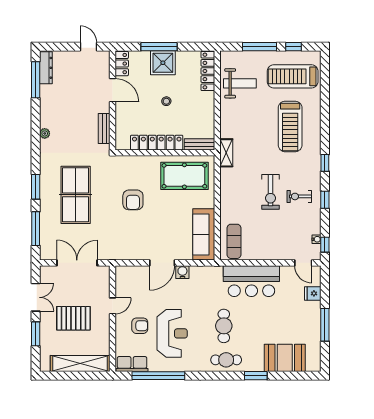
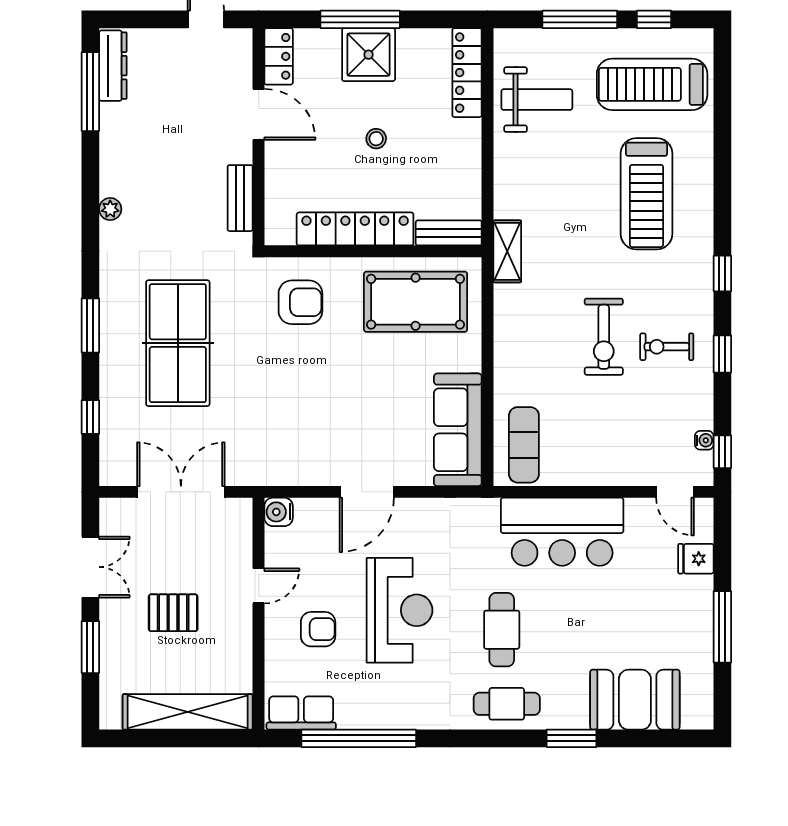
armchair: (133, 200) -> (300, 302), moved, turned -90
window: (36, 229) -> (90, 417), width x0.46
water cooler: (182, 272) -> (279, 512), moved, turned -90
pallet: (73, 318) -> (173, 613), width x0.67, depth x0.71
reception desk: (172, 333) -> (400, 610), moved

